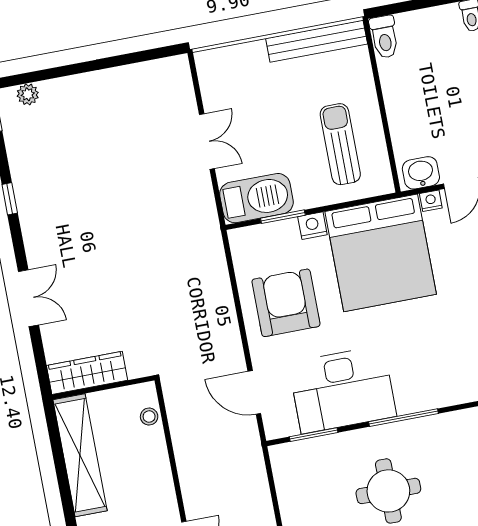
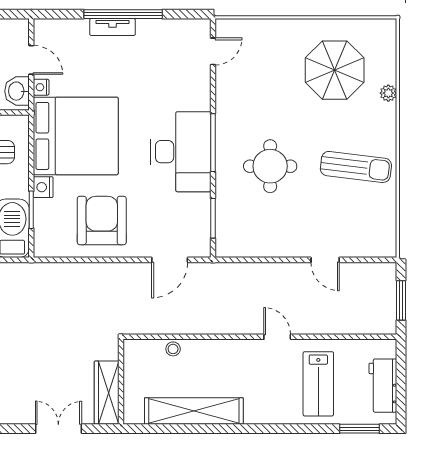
armchair: (286, 303) -> (102, 220), turned 90
wardrobe: (87, 373) -> (107, 393), moved
wall: (103, 387) -> (121, 382), moved
desk: (342, 390) -> (181, 152), moved

